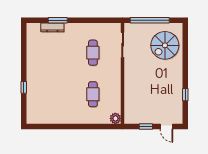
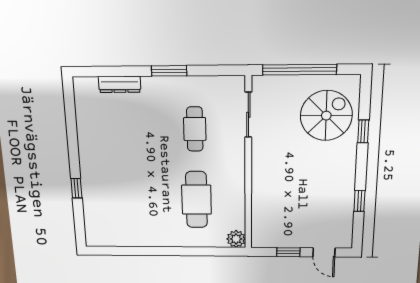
window: (58, 20) -> (169, 71), moved
spiral stairs: (165, 45) -> (326, 116), turned 180
window: (185, 54) -> (363, 131), added
cafe table: (93, 94) -> (196, 200), width x1.37, depth x1.35

